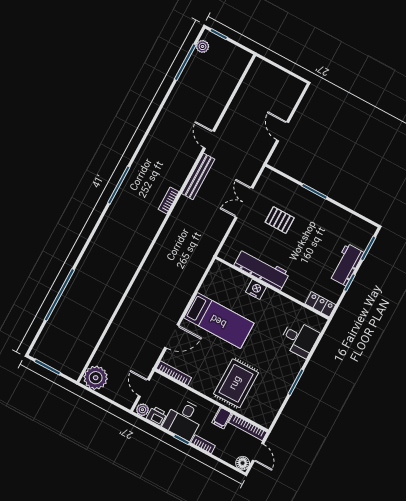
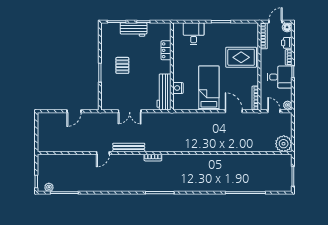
pallet: (280, 220) -> (122, 65), moved
workbench: (262, 269) -> (164, 92), moved
nightstand: (256, 289) -> (178, 88), moved
locker: (320, 304) -> (166, 50), moved
door: (144, 388) -> (274, 111), swing flipped
printer: (157, 416) -> (287, 43), moved
filing cabinet: (222, 418) -> (267, 54), removed

